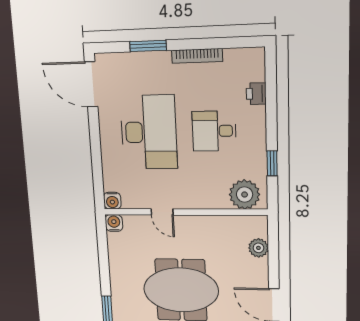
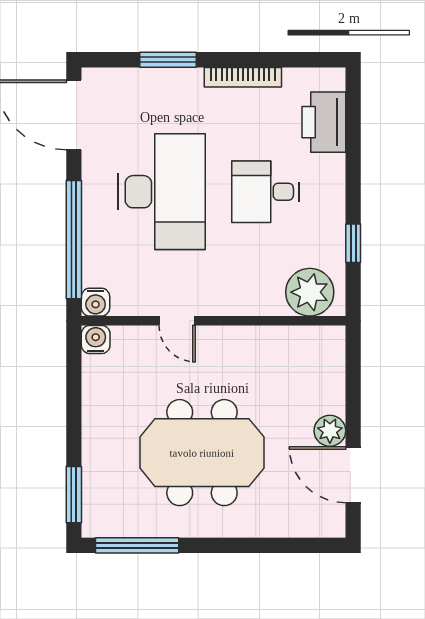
printer: (256, 94) -> (324, 122), width x1.87, depth x1.48
window: (97, 163) -> (74, 240), added
plant: (258, 248) -> (330, 431), moved

